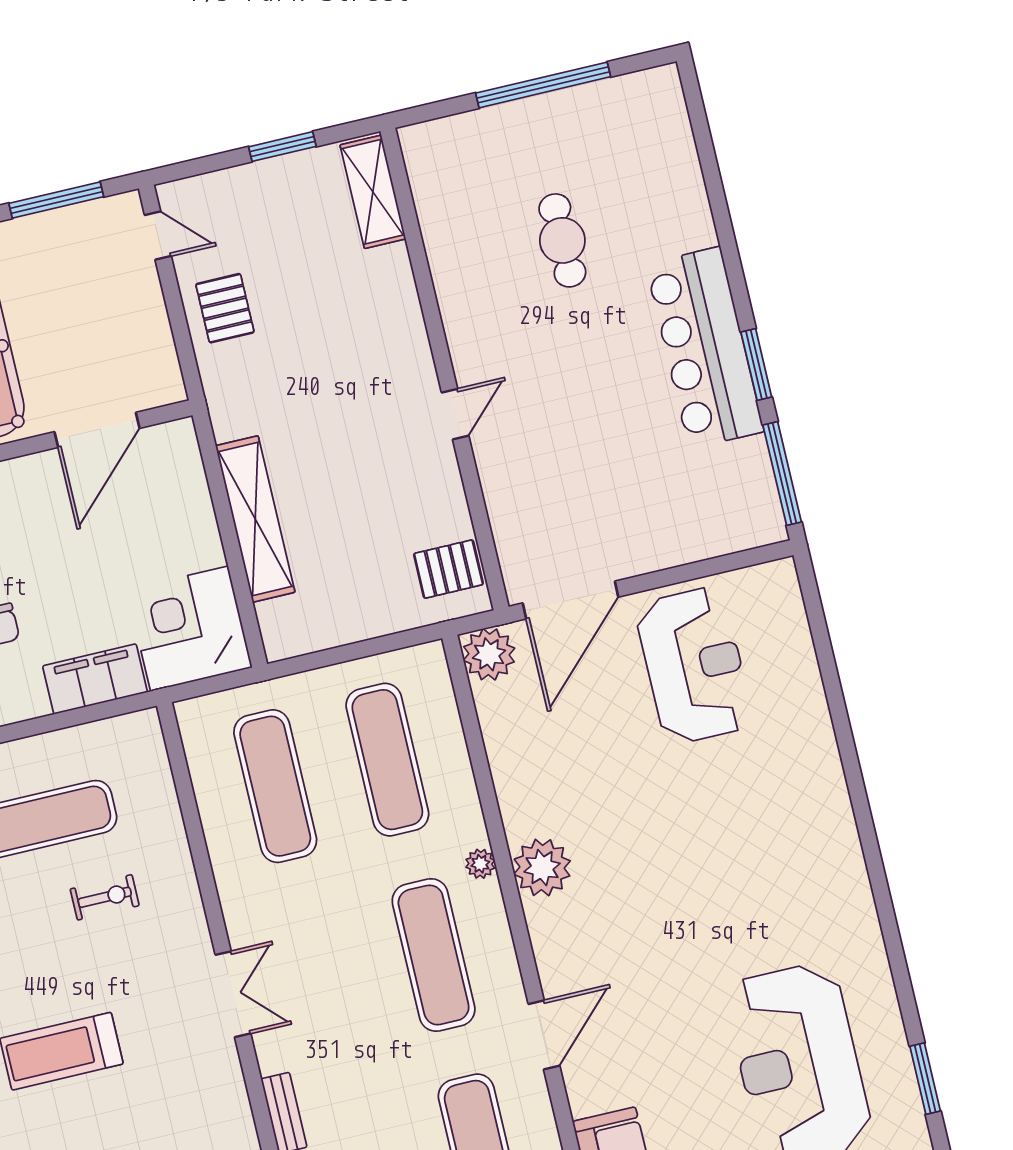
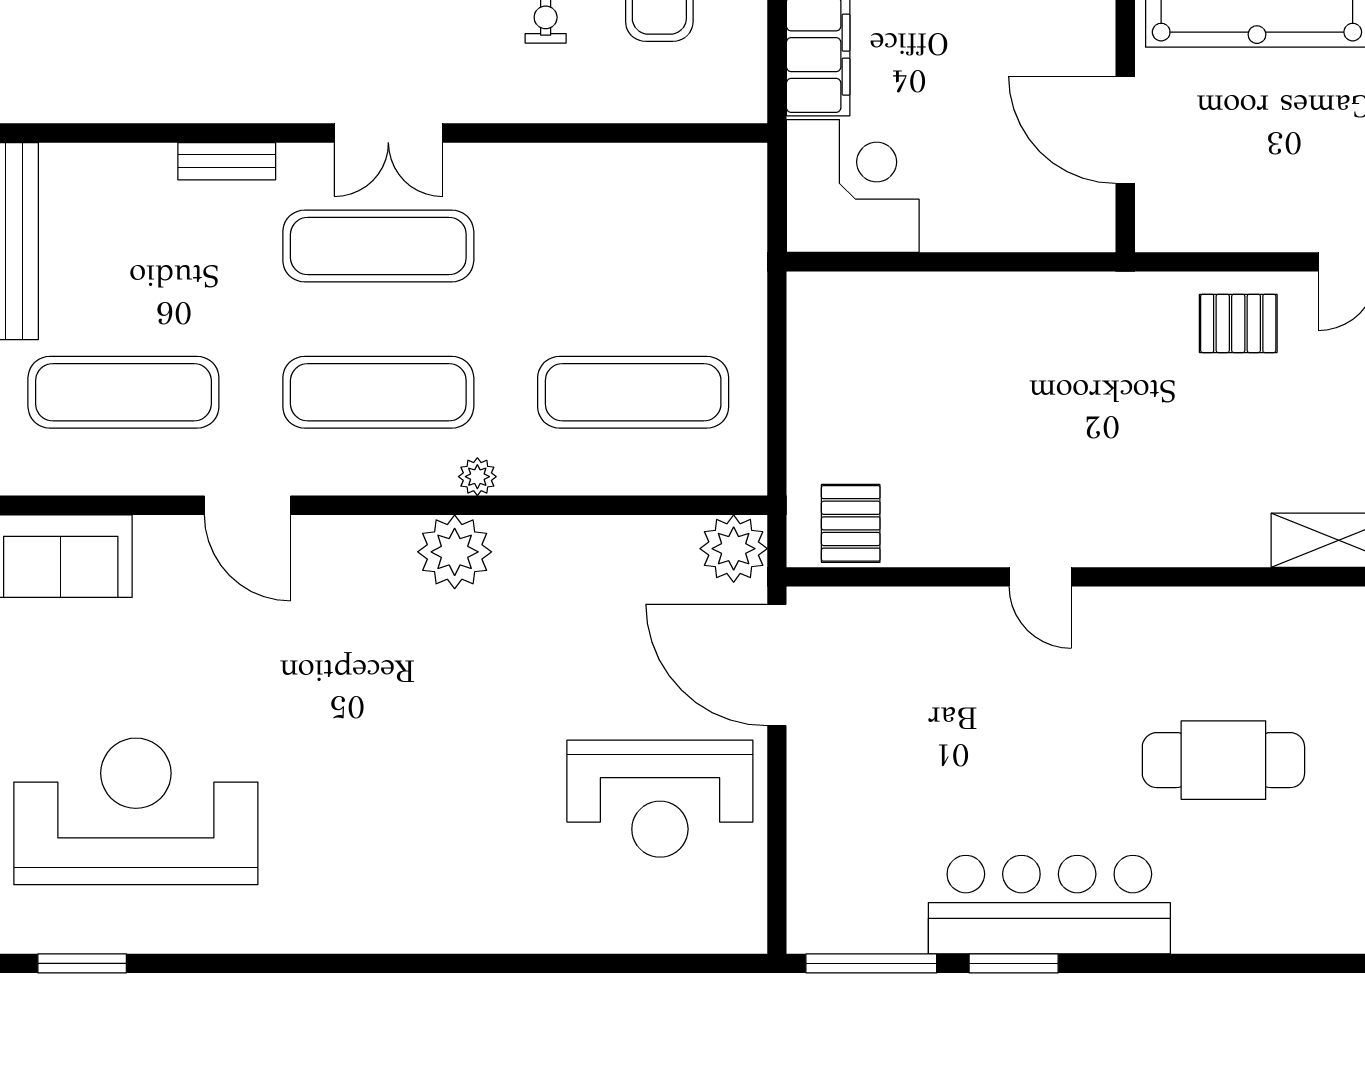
cafe table: (562, 240) -> (1223, 760), width x1.37, depth x1.35
shelving: (255, 519) -> (969, 299), removed
exercise mat: (275, 786) -> (378, 246), moved

